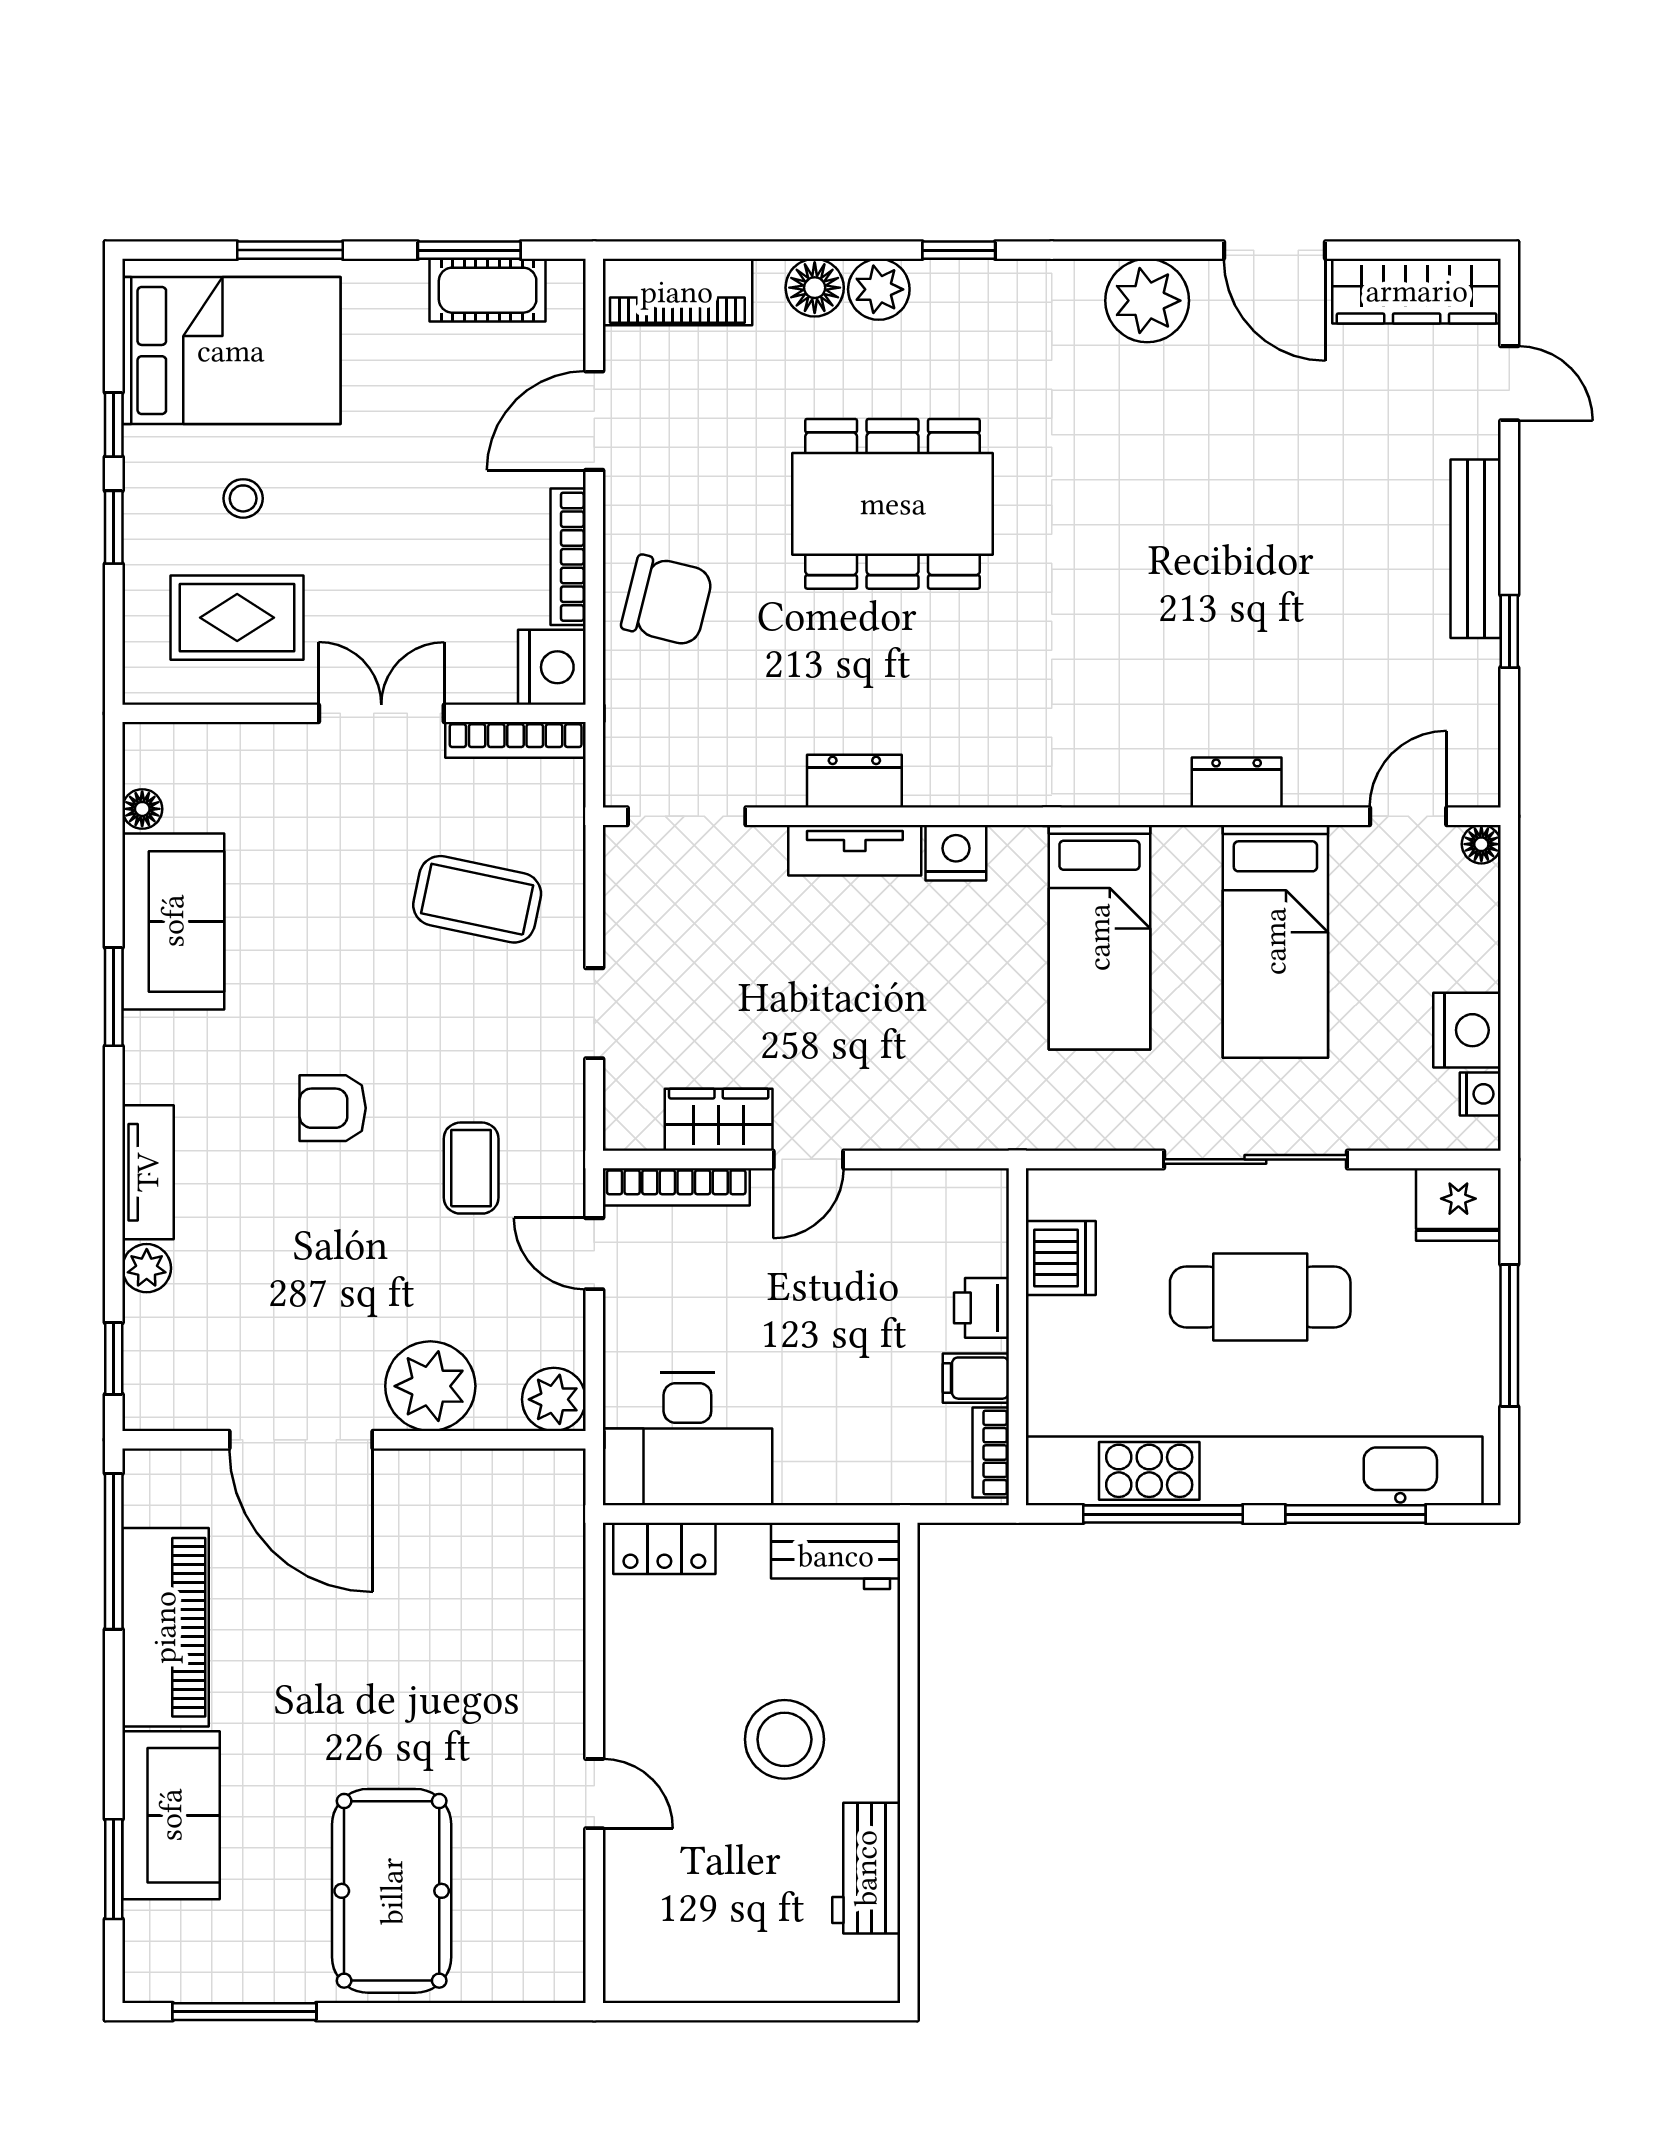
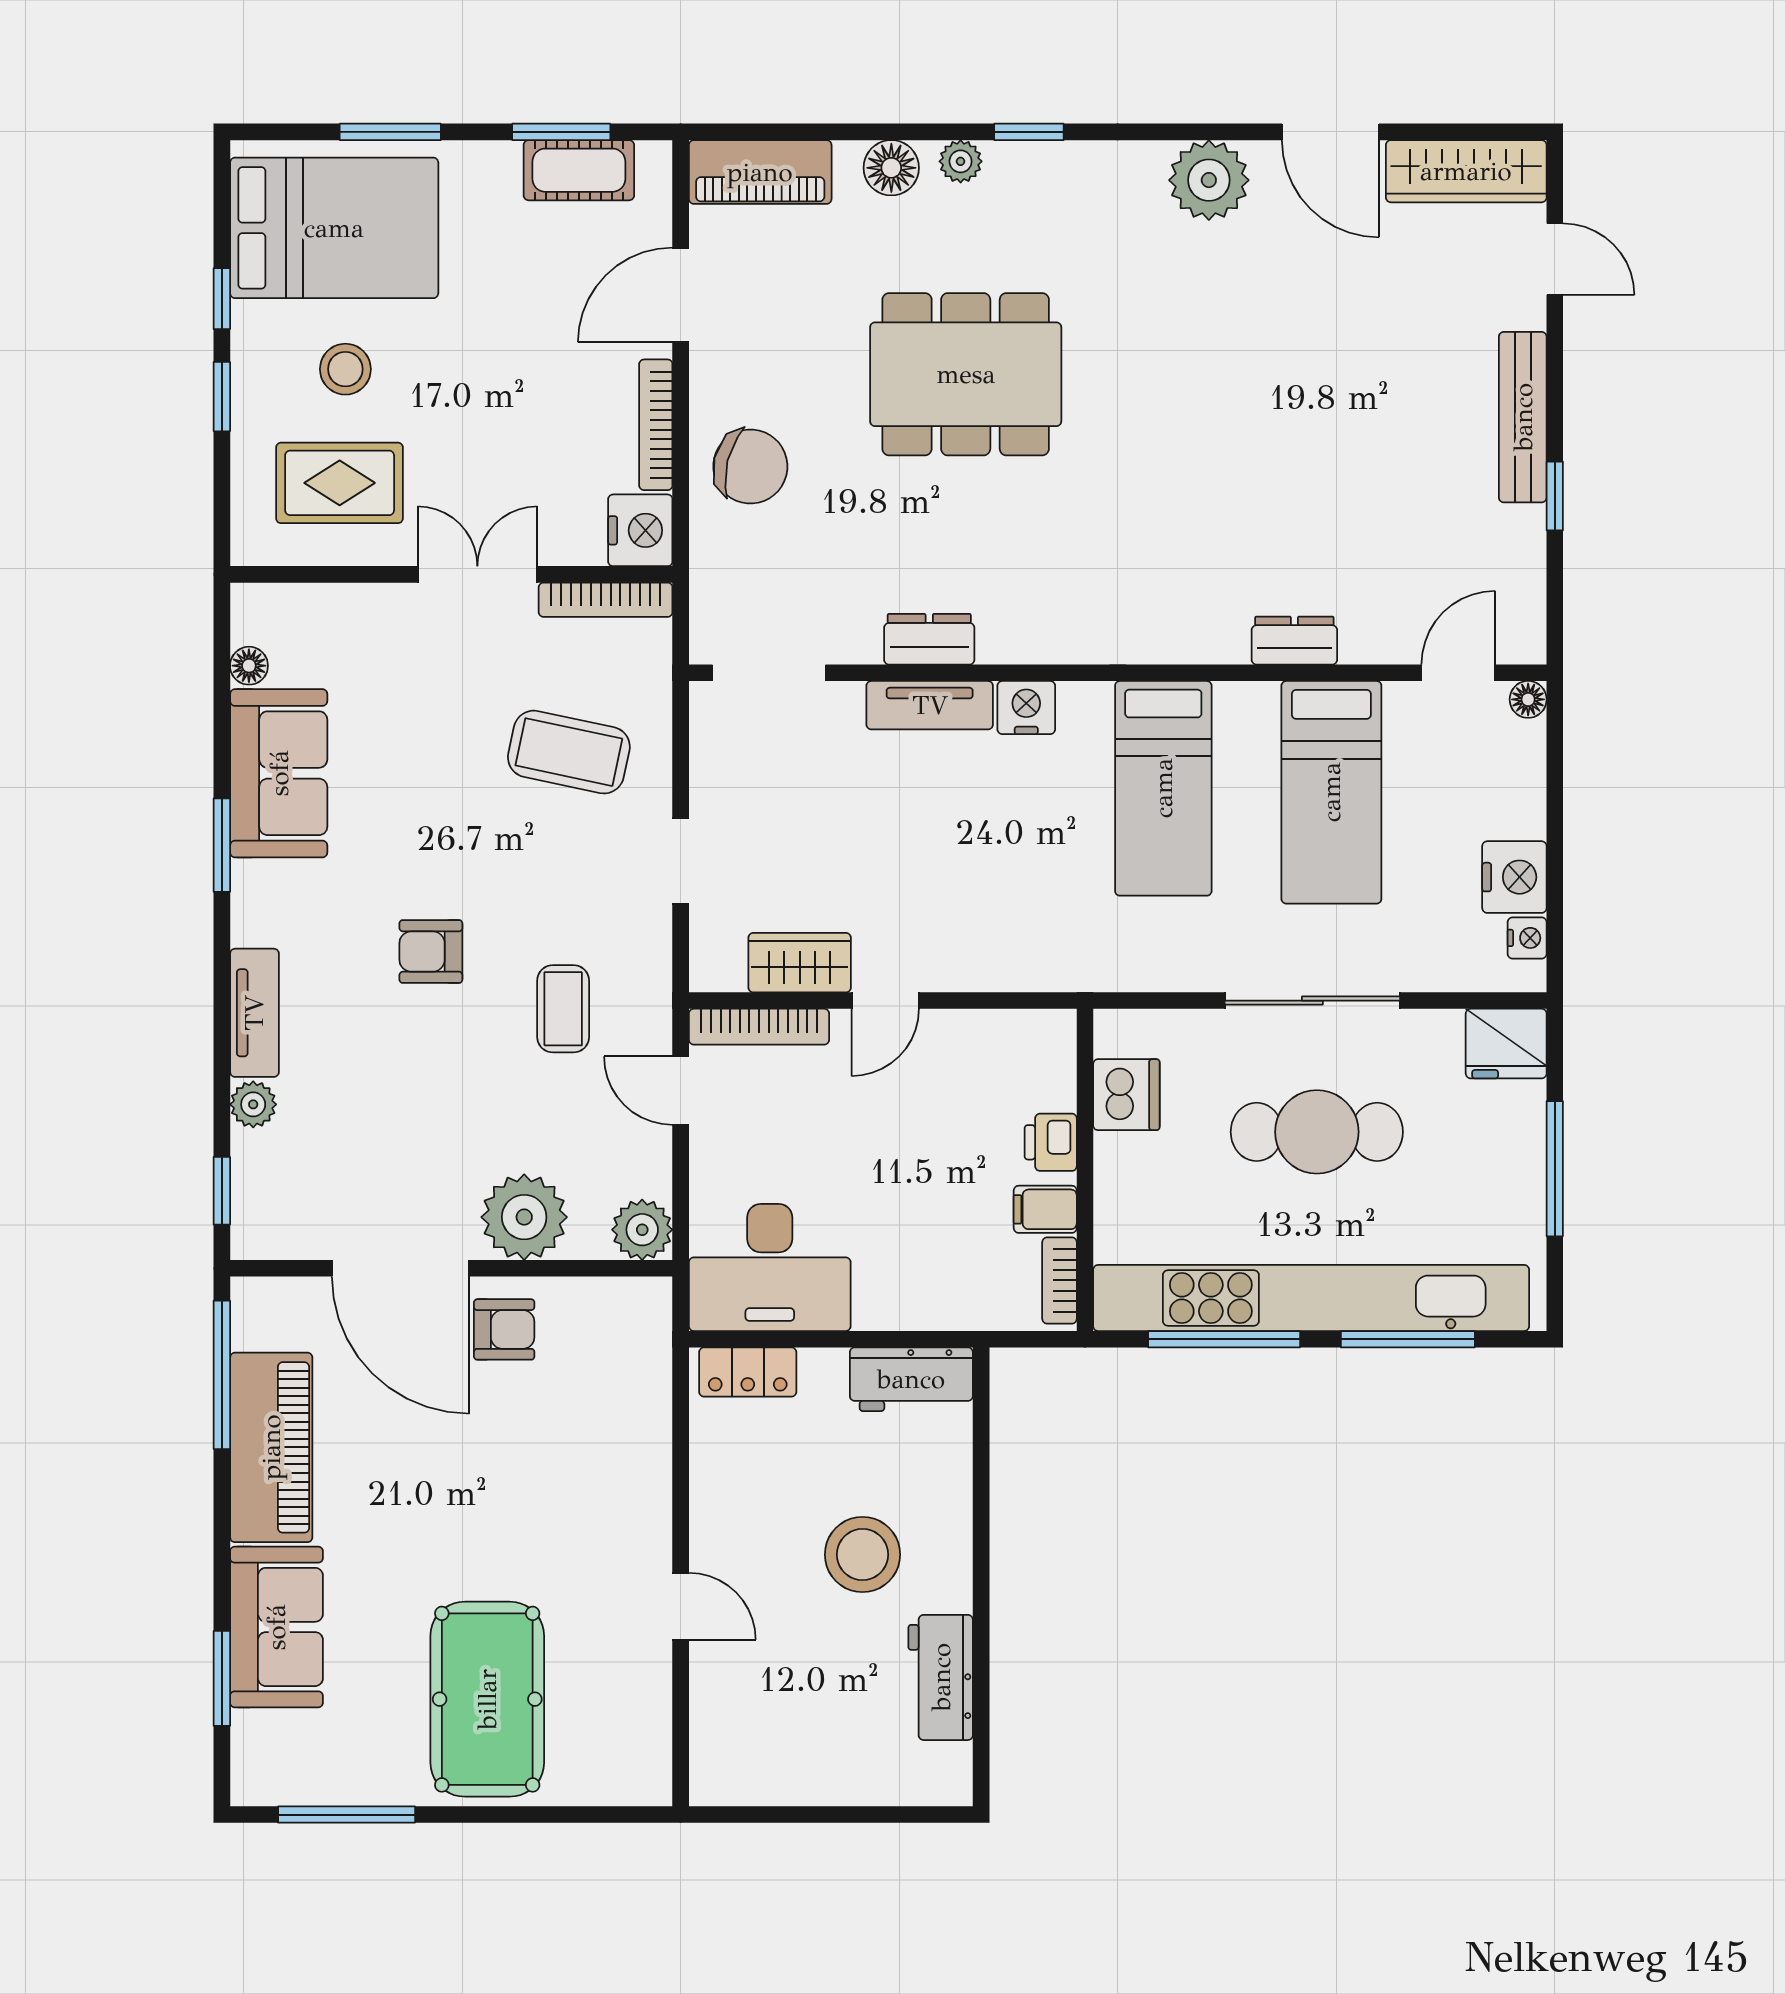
plant: (879, 289) -> (961, 161), width x0.73, depth x0.73
stool: (243, 498) -> (345, 369), width x1.37, depth x1.37
armchair: (409, 1504) -> (504, 1329), added

